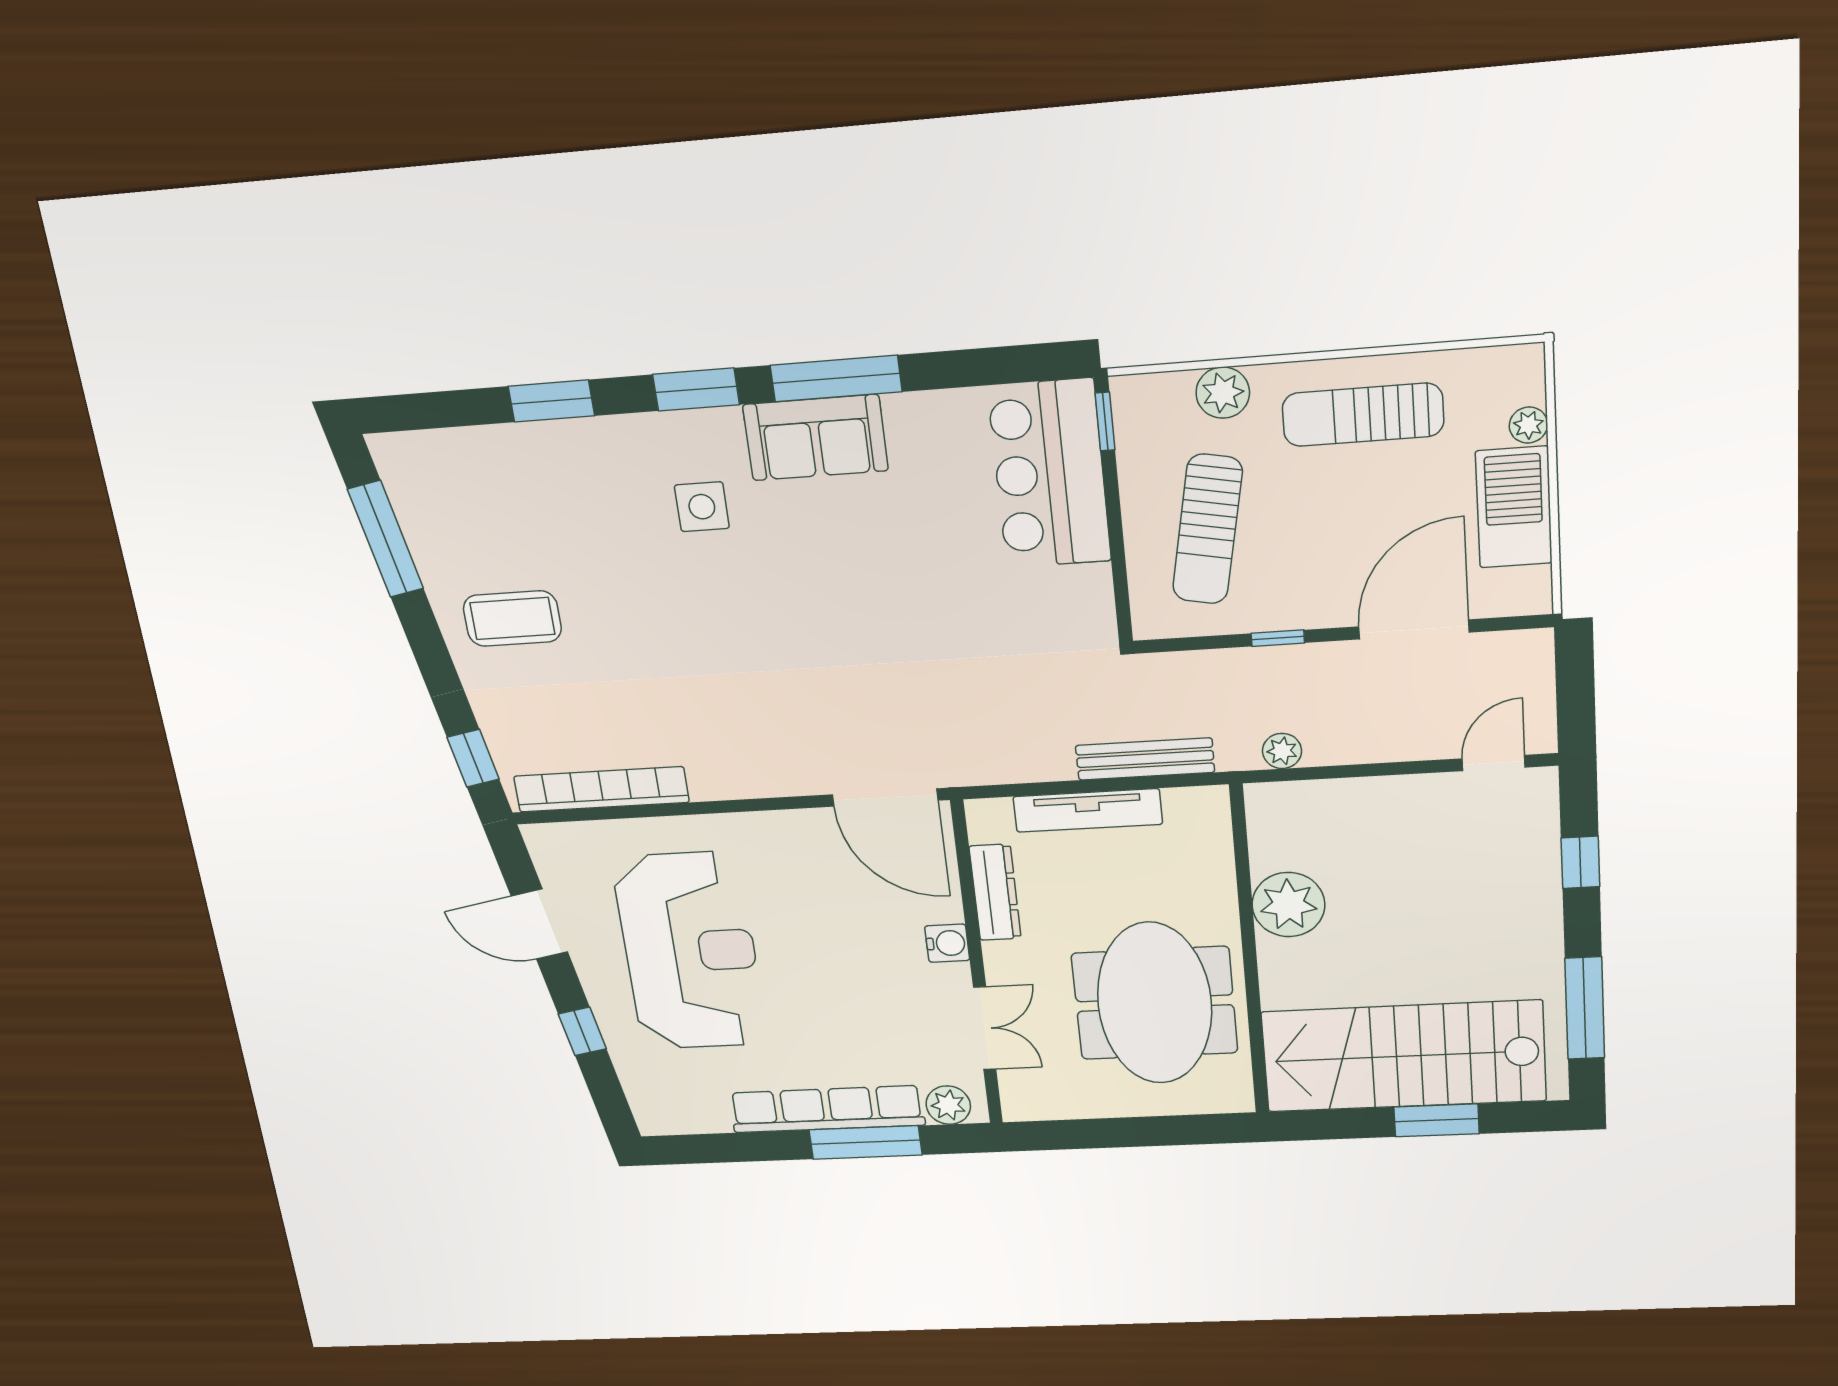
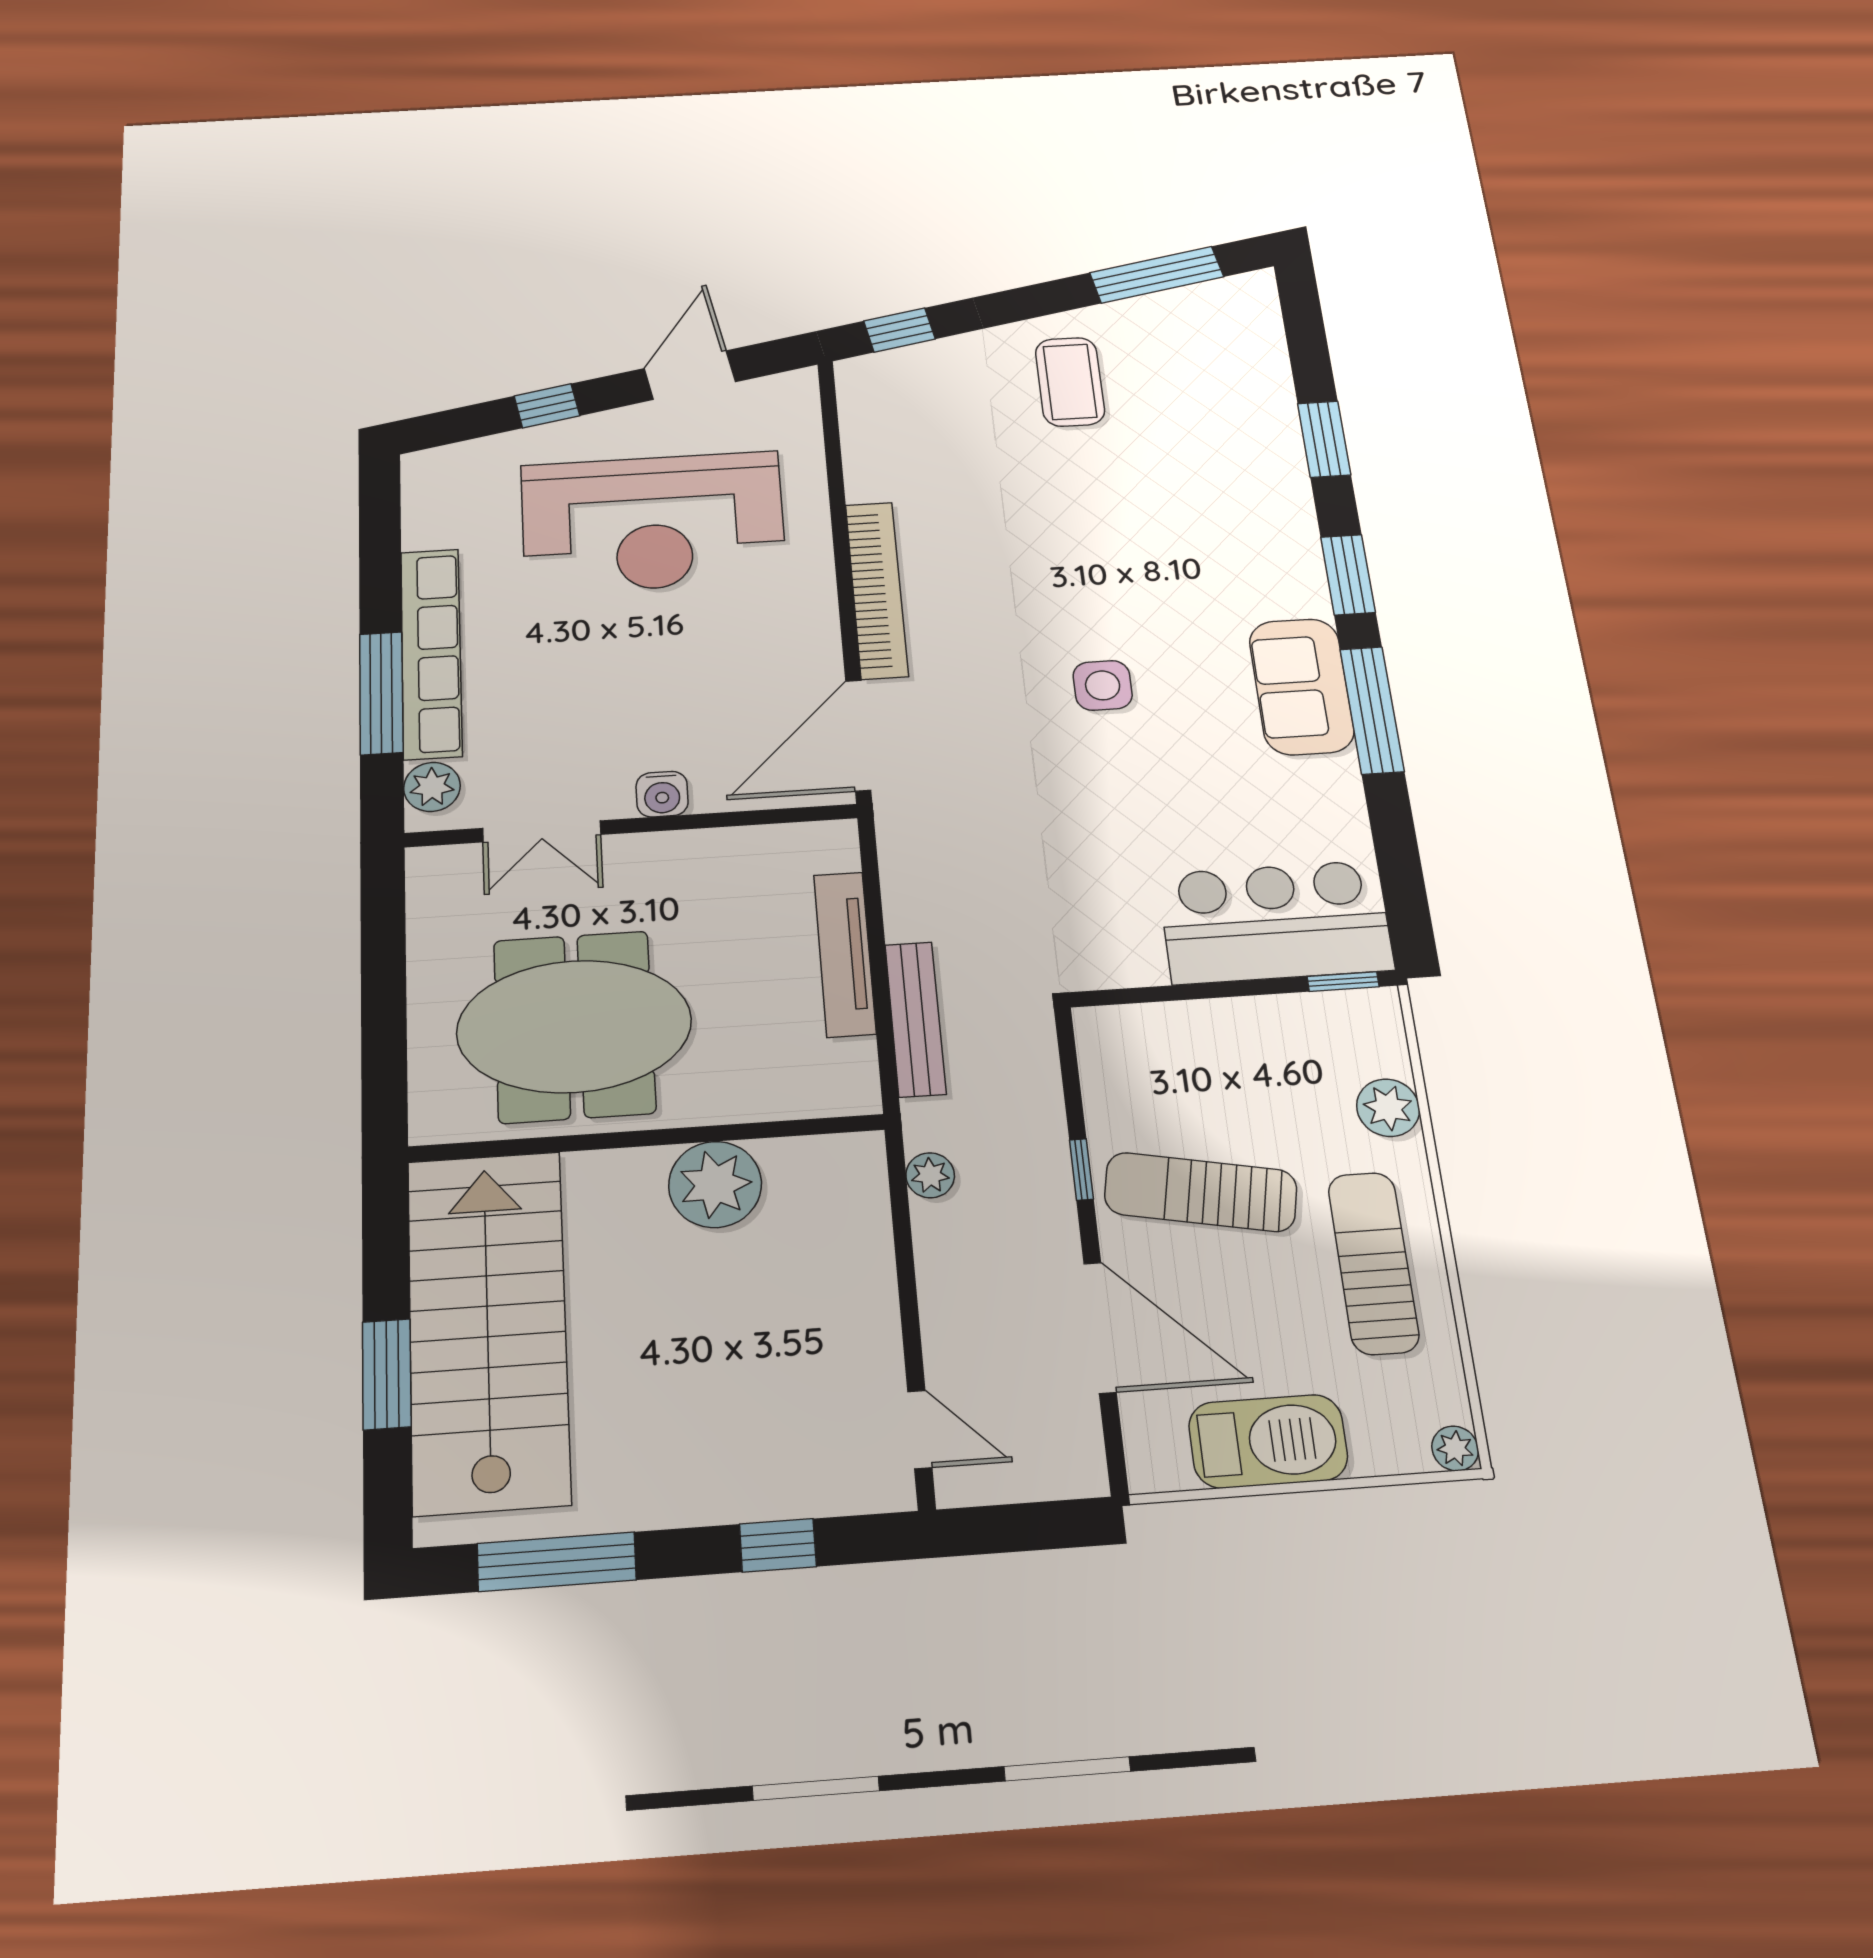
plant: (1528, 425) -> (1455, 1448), moved
side table: (702, 507) -> (1103, 685), moved
sun lounger: (1207, 529) -> (1201, 1192), moved
bookcase: (601, 789) -> (877, 590), moved
dresser: (995, 892) -> (732, 849), removed

